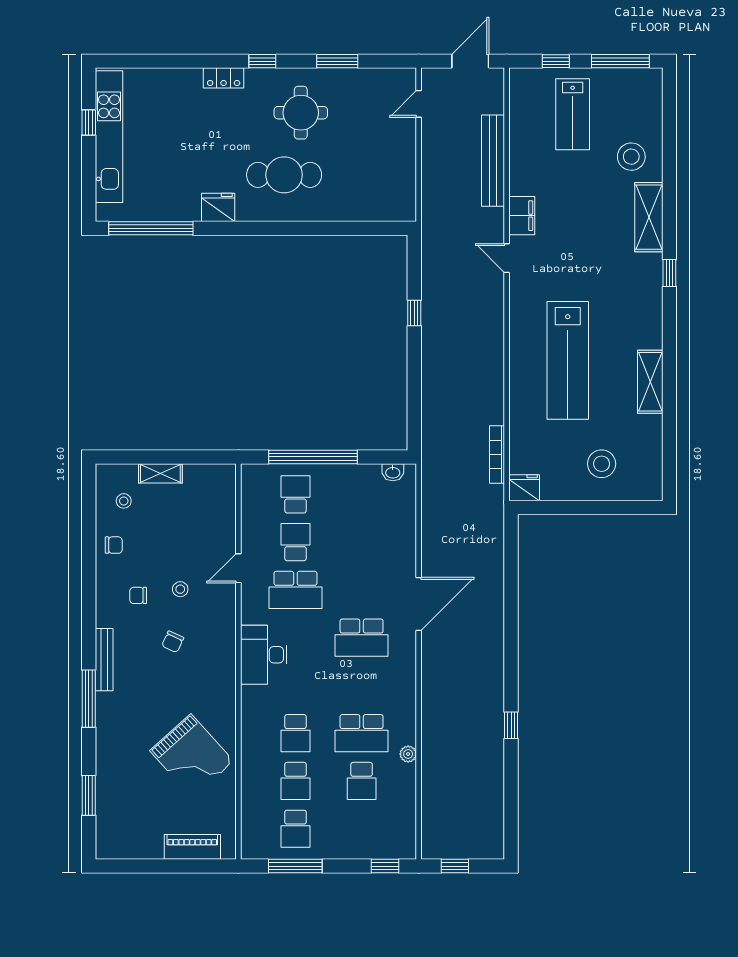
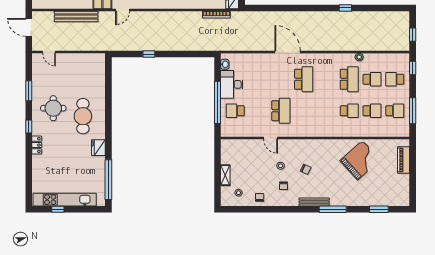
school desk: (295, 542) -> (395, 79), moved
desk: (264, 655) -> (232, 84), moved, turned 90

